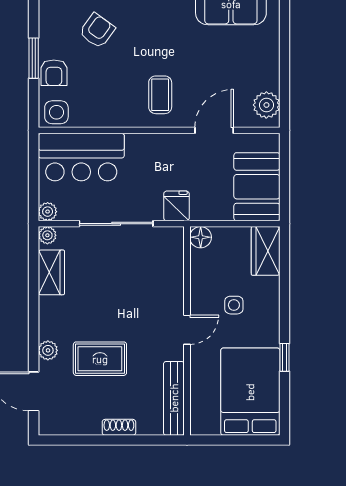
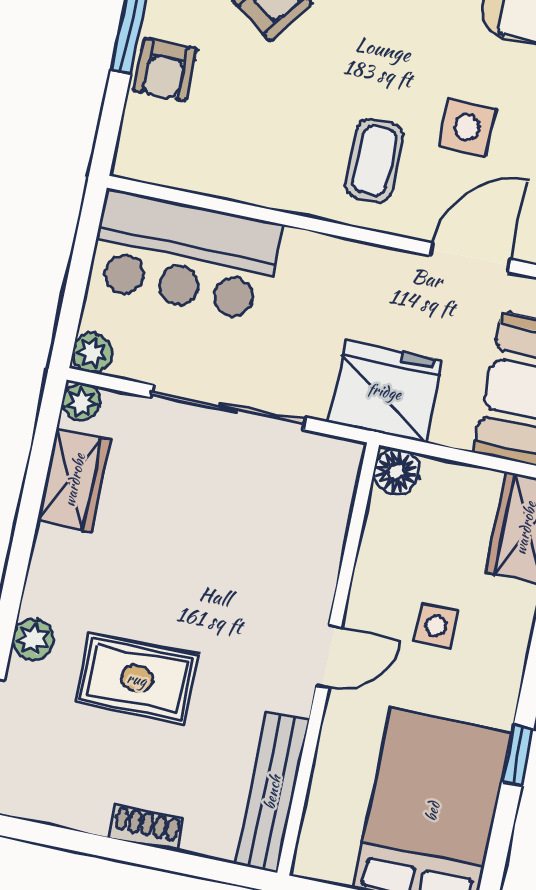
side table: (56, 112) -> (467, 127), moved
fridge: (176, 206) -> (385, 391), width x1.88, depth x1.34

